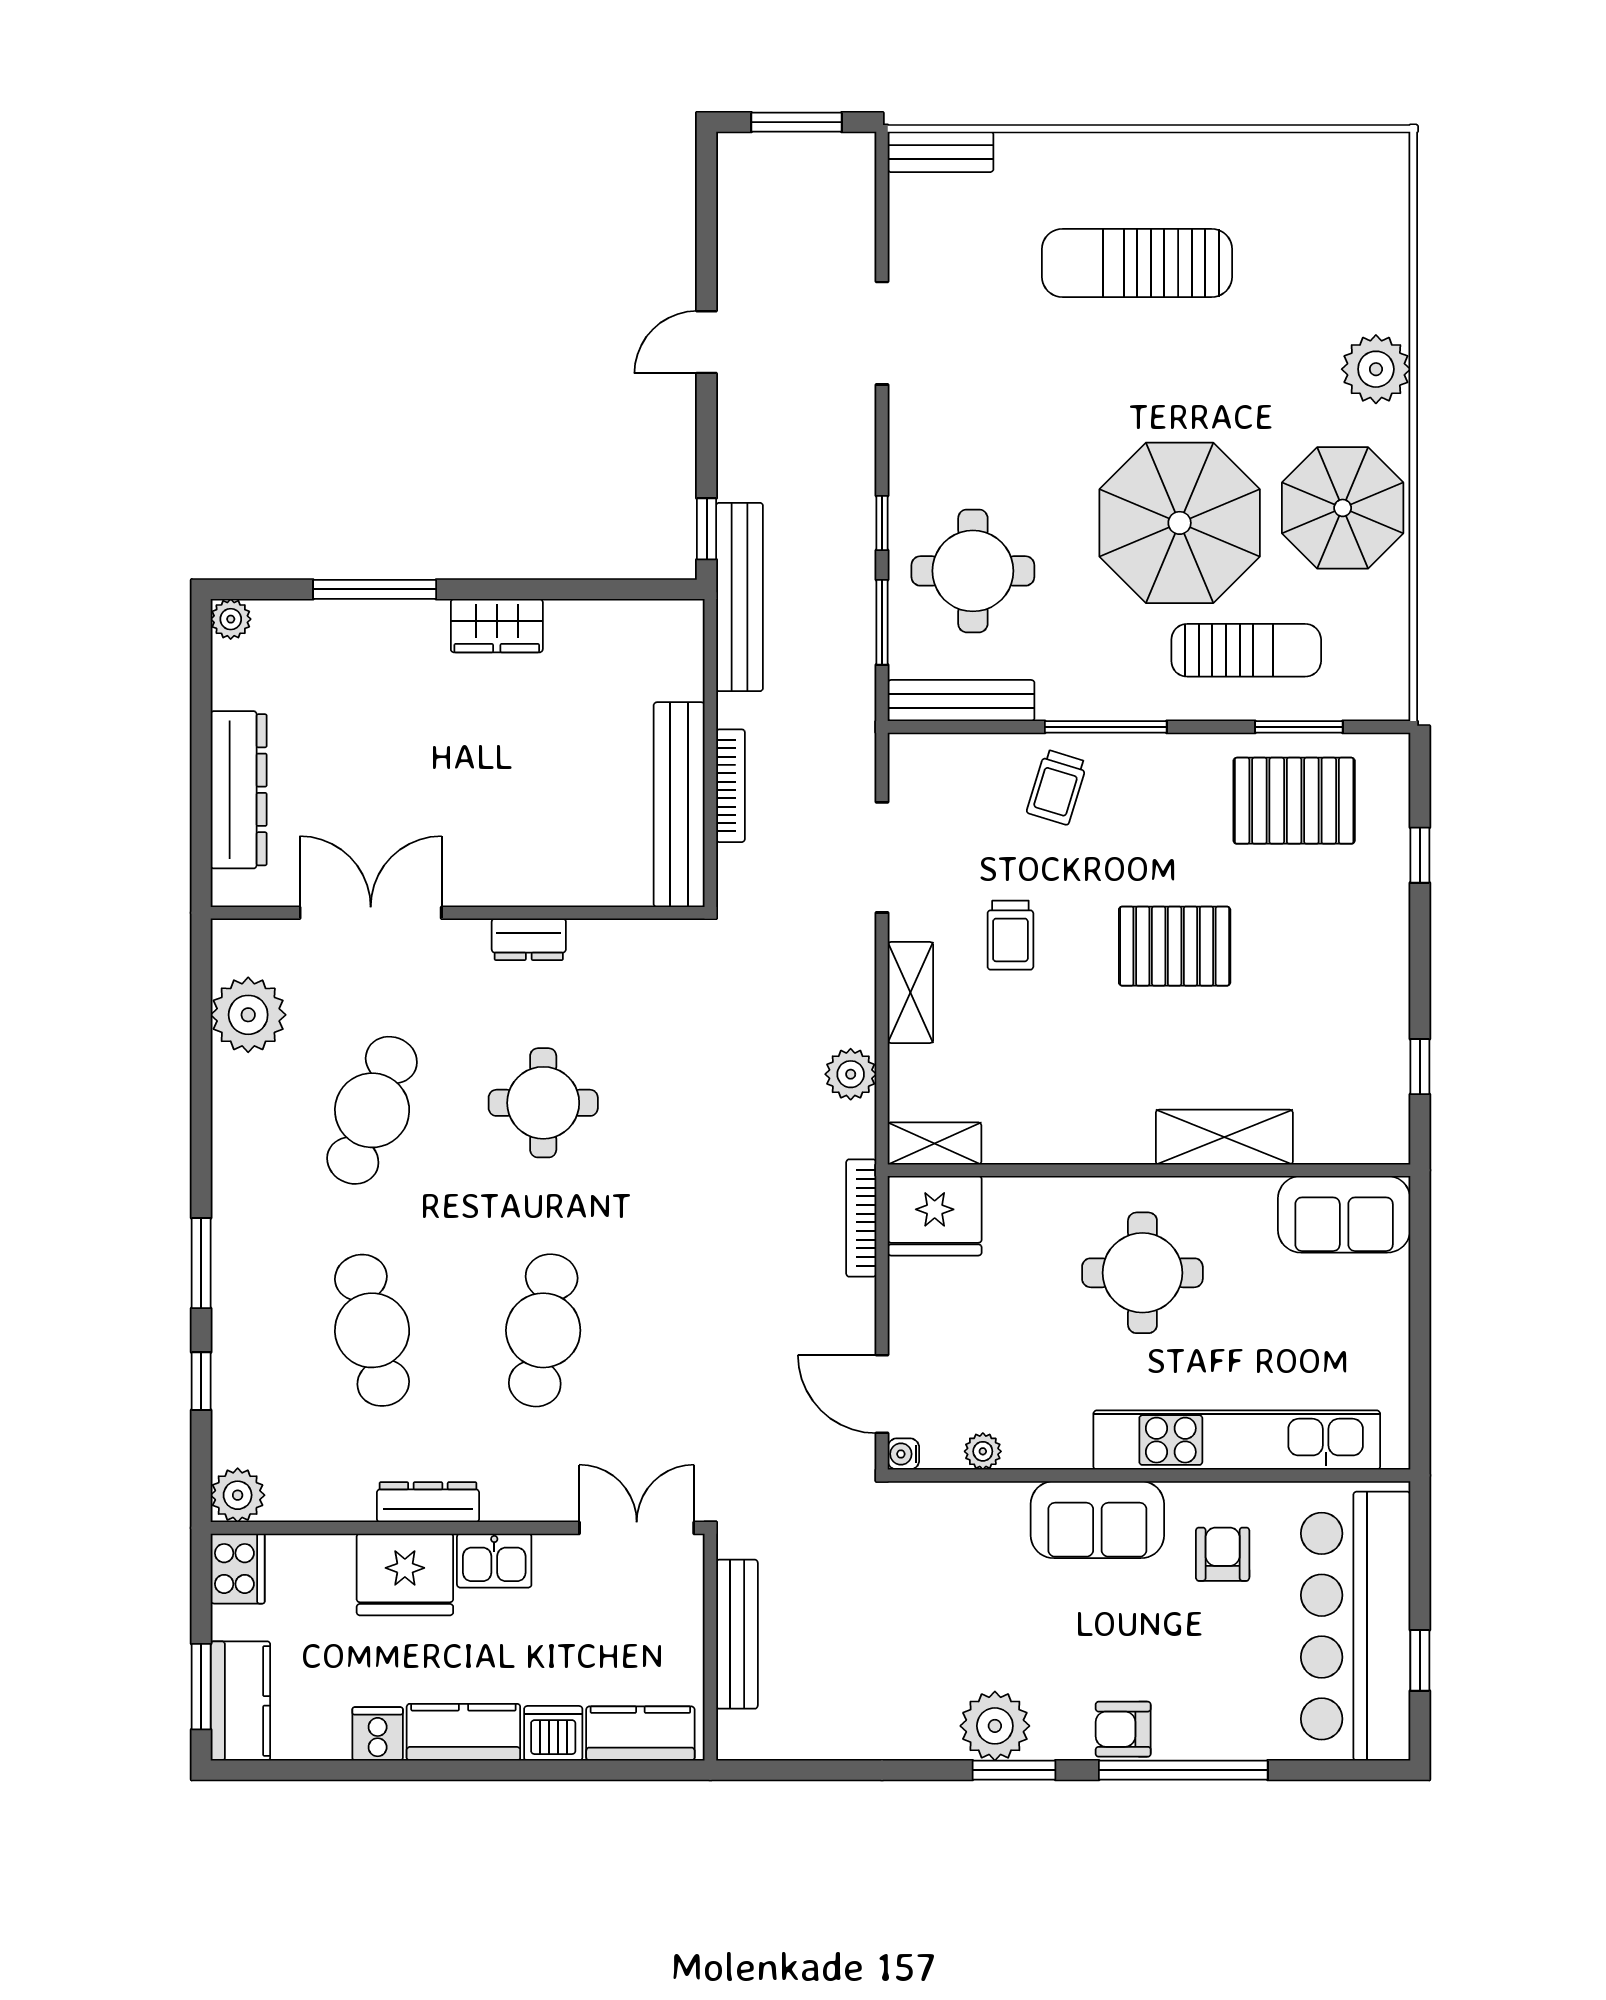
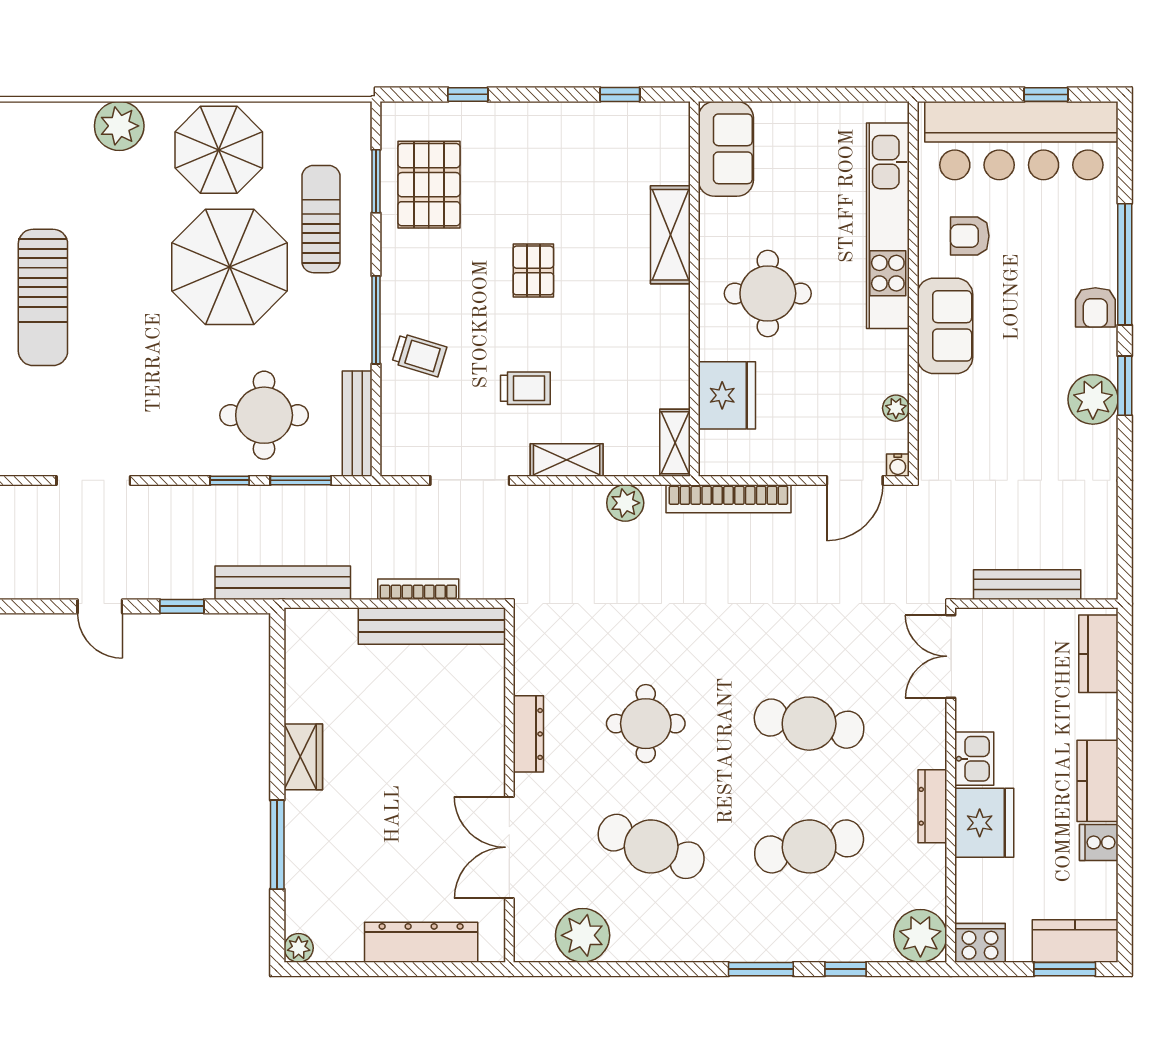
window: (707, 529) -> (182, 606), moved
dresser: (529, 939) -> (528, 734), width x1.44
pallet: (1175, 946) -> (533, 270), width x0.67, depth x0.71
fridge: (935, 1216) -> (727, 395), moved
bookcase: (861, 1218) -> (728, 499), width x1.48, depth x1.31
plant: (238, 1495) -> (920, 936), width x1.36, depth x1.36
dishwasher: (553, 1733) -> (1098, 716), removed

